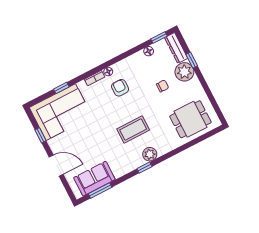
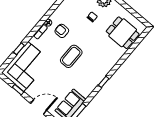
dining table: (190, 119) -> (123, 33), turned 90
coffee table: (133, 129) -> (71, 56), moved
plant: (150, 154) -> (103, 70), removed

